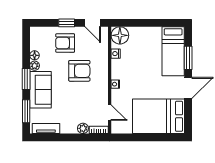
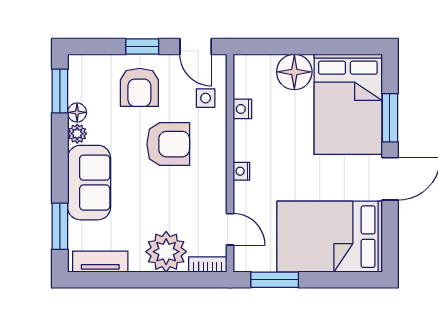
floor lamp: (120, 35) -> (294, 72), moved
armchair: (65, 43) -> (139, 87), turned -90
side table: (98, 48) -> (206, 98), added
bed: (173, 51) -> (348, 104), width x1.50
window: (26, 79) -> (60, 91), moved
plant: (83, 128) -> (166, 252), width x1.88, depth x1.88
window: (132, 137) -> (275, 280), added

